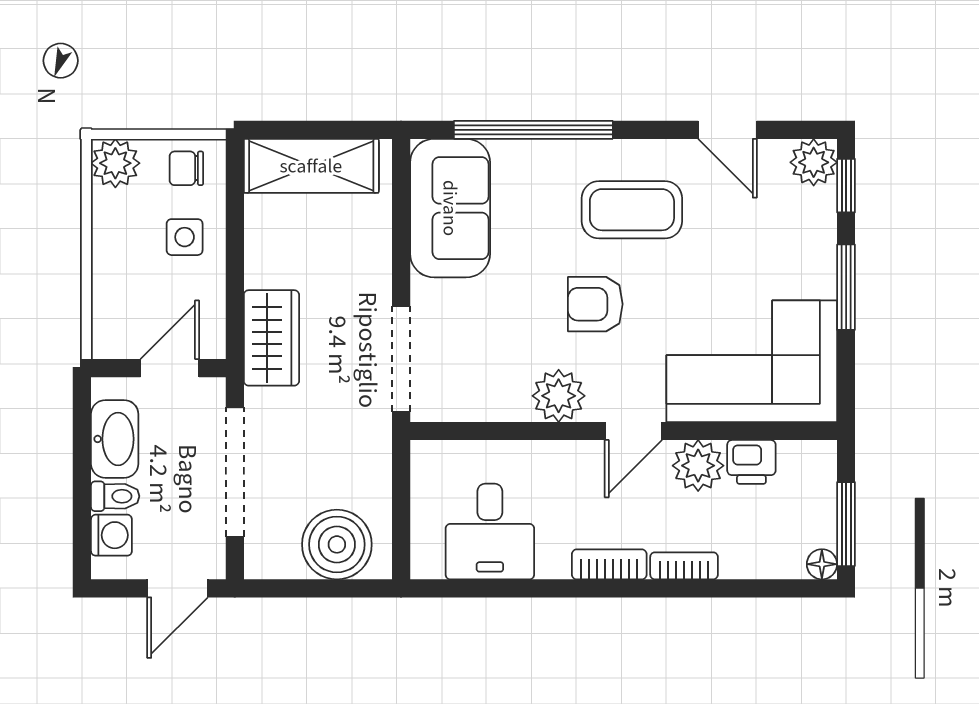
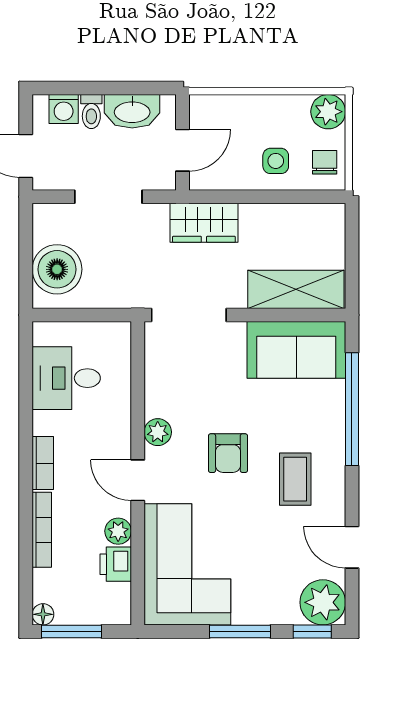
door: (727, 130) -> (352, 547), hinge flipped
plant: (814, 162) -> (323, 602), width x1.36, depth x1.36
shelving: (311, 166) -> (296, 289), moved, turned 90
coffee table: (632, 210) -> (295, 479), width x0.73, depth x0.77
armchair: (595, 304) -> (228, 453), turned 180
door: (170, 368) -> (182, 150), hinge flipped
plant: (559, 396) -> (158, 432), width x0.73, depth x0.73
plant: (698, 466) -> (118, 531), width x0.73, depth x0.73
doorway: (235, 472) -> (108, 197), width x0.73
bookcase: (684, 566) -> (42, 530), width x1.56

